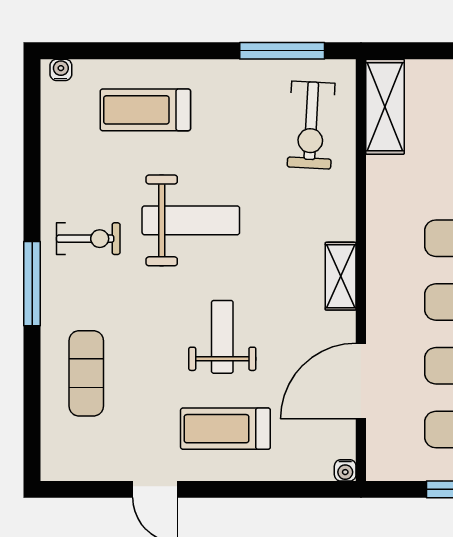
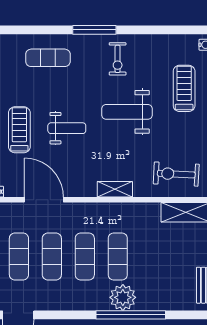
weight bench: (191, 220) -> (127, 112), turned 90
shelving: (341, 276) -> (115, 189), moved

